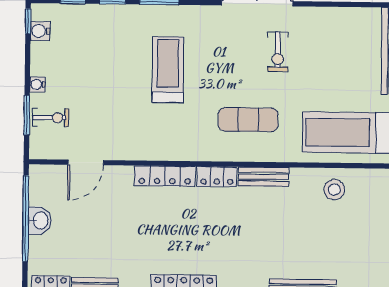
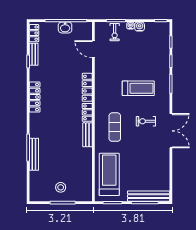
water cooler: (40, 31) -> (140, 27), moved
exercise bike: (278, 52) -> (146, 121), moved
stool: (334, 190) -> (61, 187), moved

